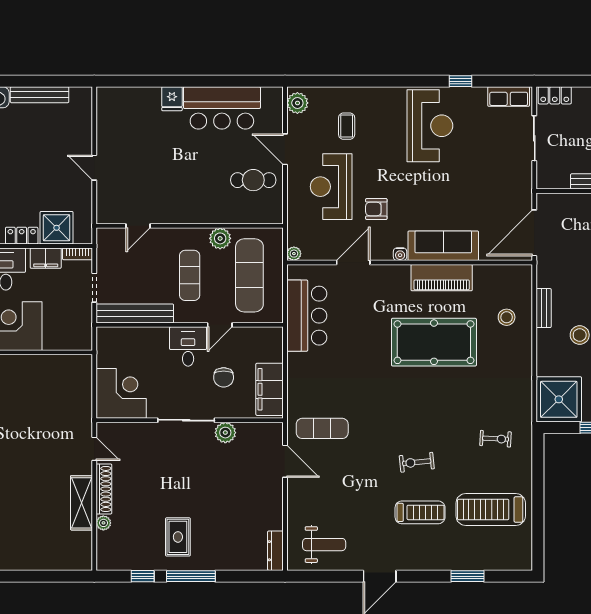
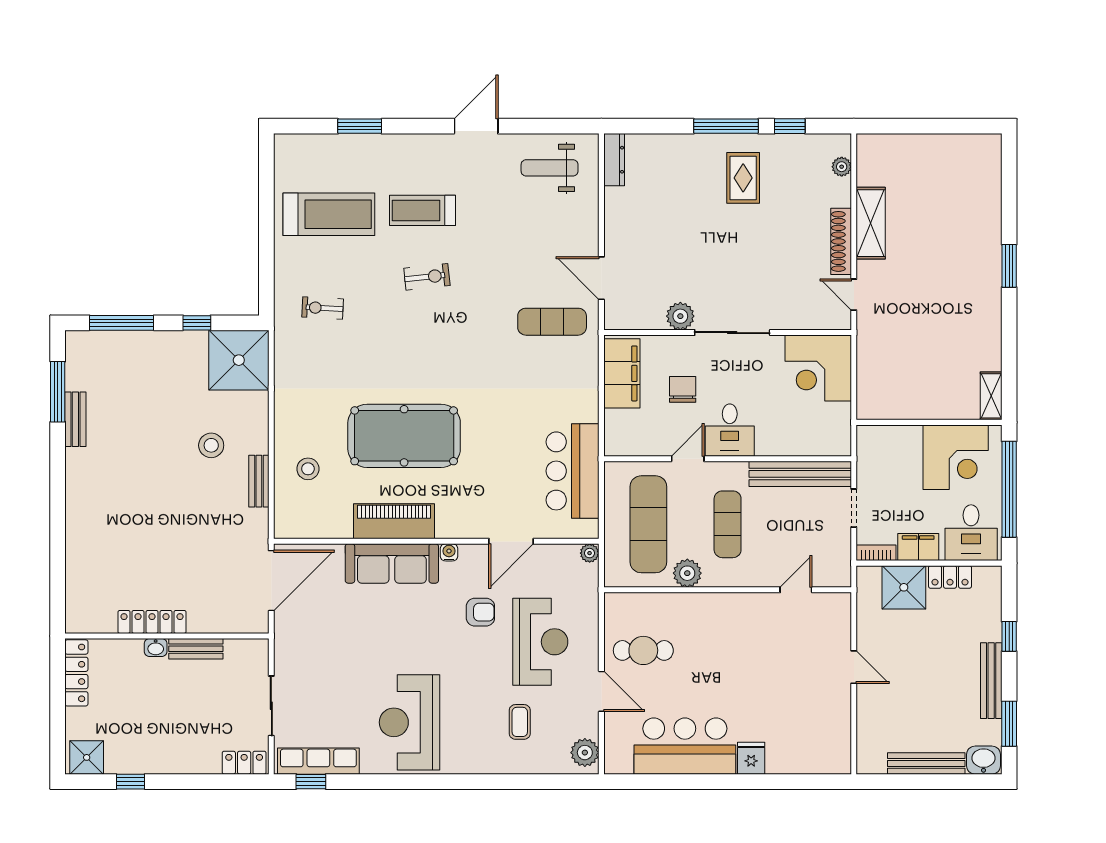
window: (460, 81) -> (311, 782), moved
row of seats: (509, 96) -> (318, 761), width x1.48
plant: (103, 523) -> (842, 167), moved

